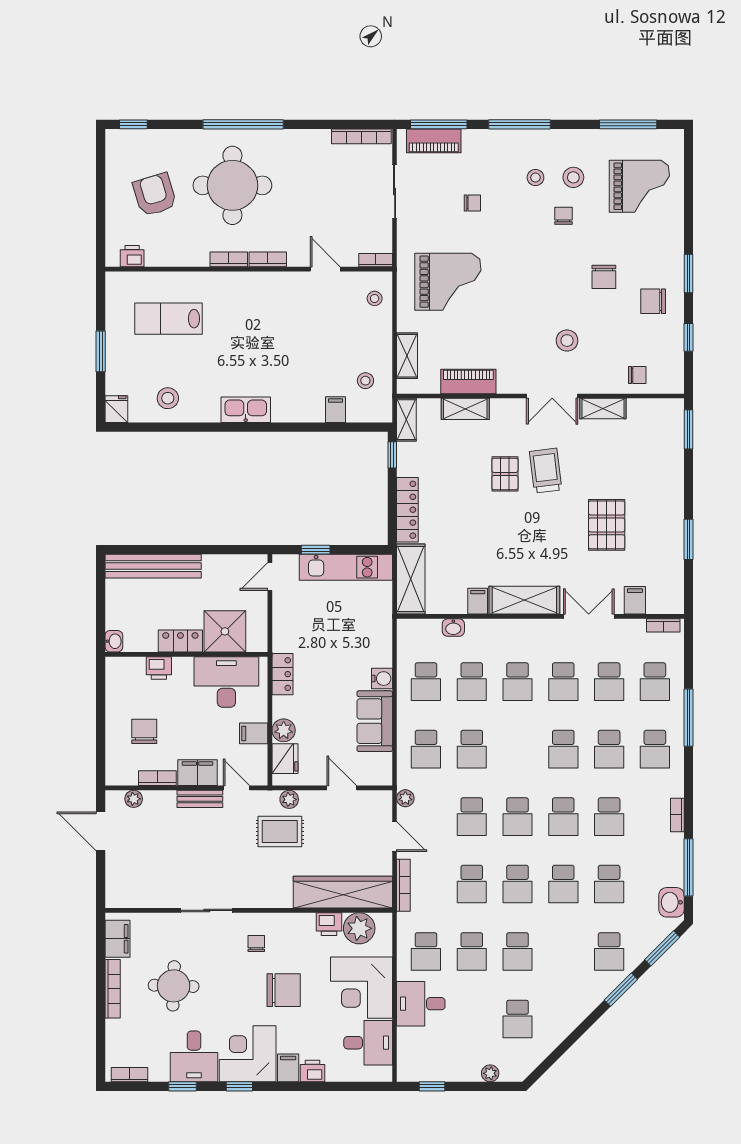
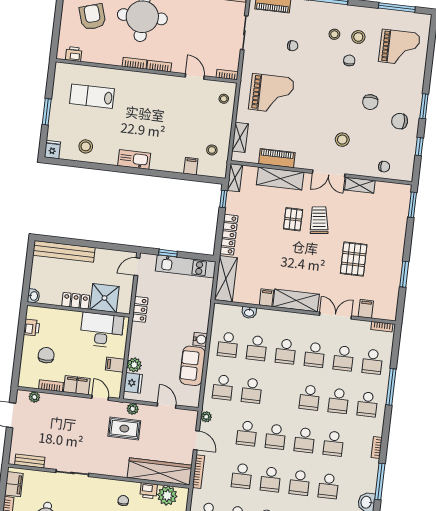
shelving: (465, 409) -> (280, 178), width x1.50, depth x1.33
printer: (159, 668) -> (32, 328), moved, turned -90
locker: (282, 674) -> (140, 309), moved
bench: (200, 799) -> (30, 461), moved
chair: (256, 944) -> (123, 501), moved

